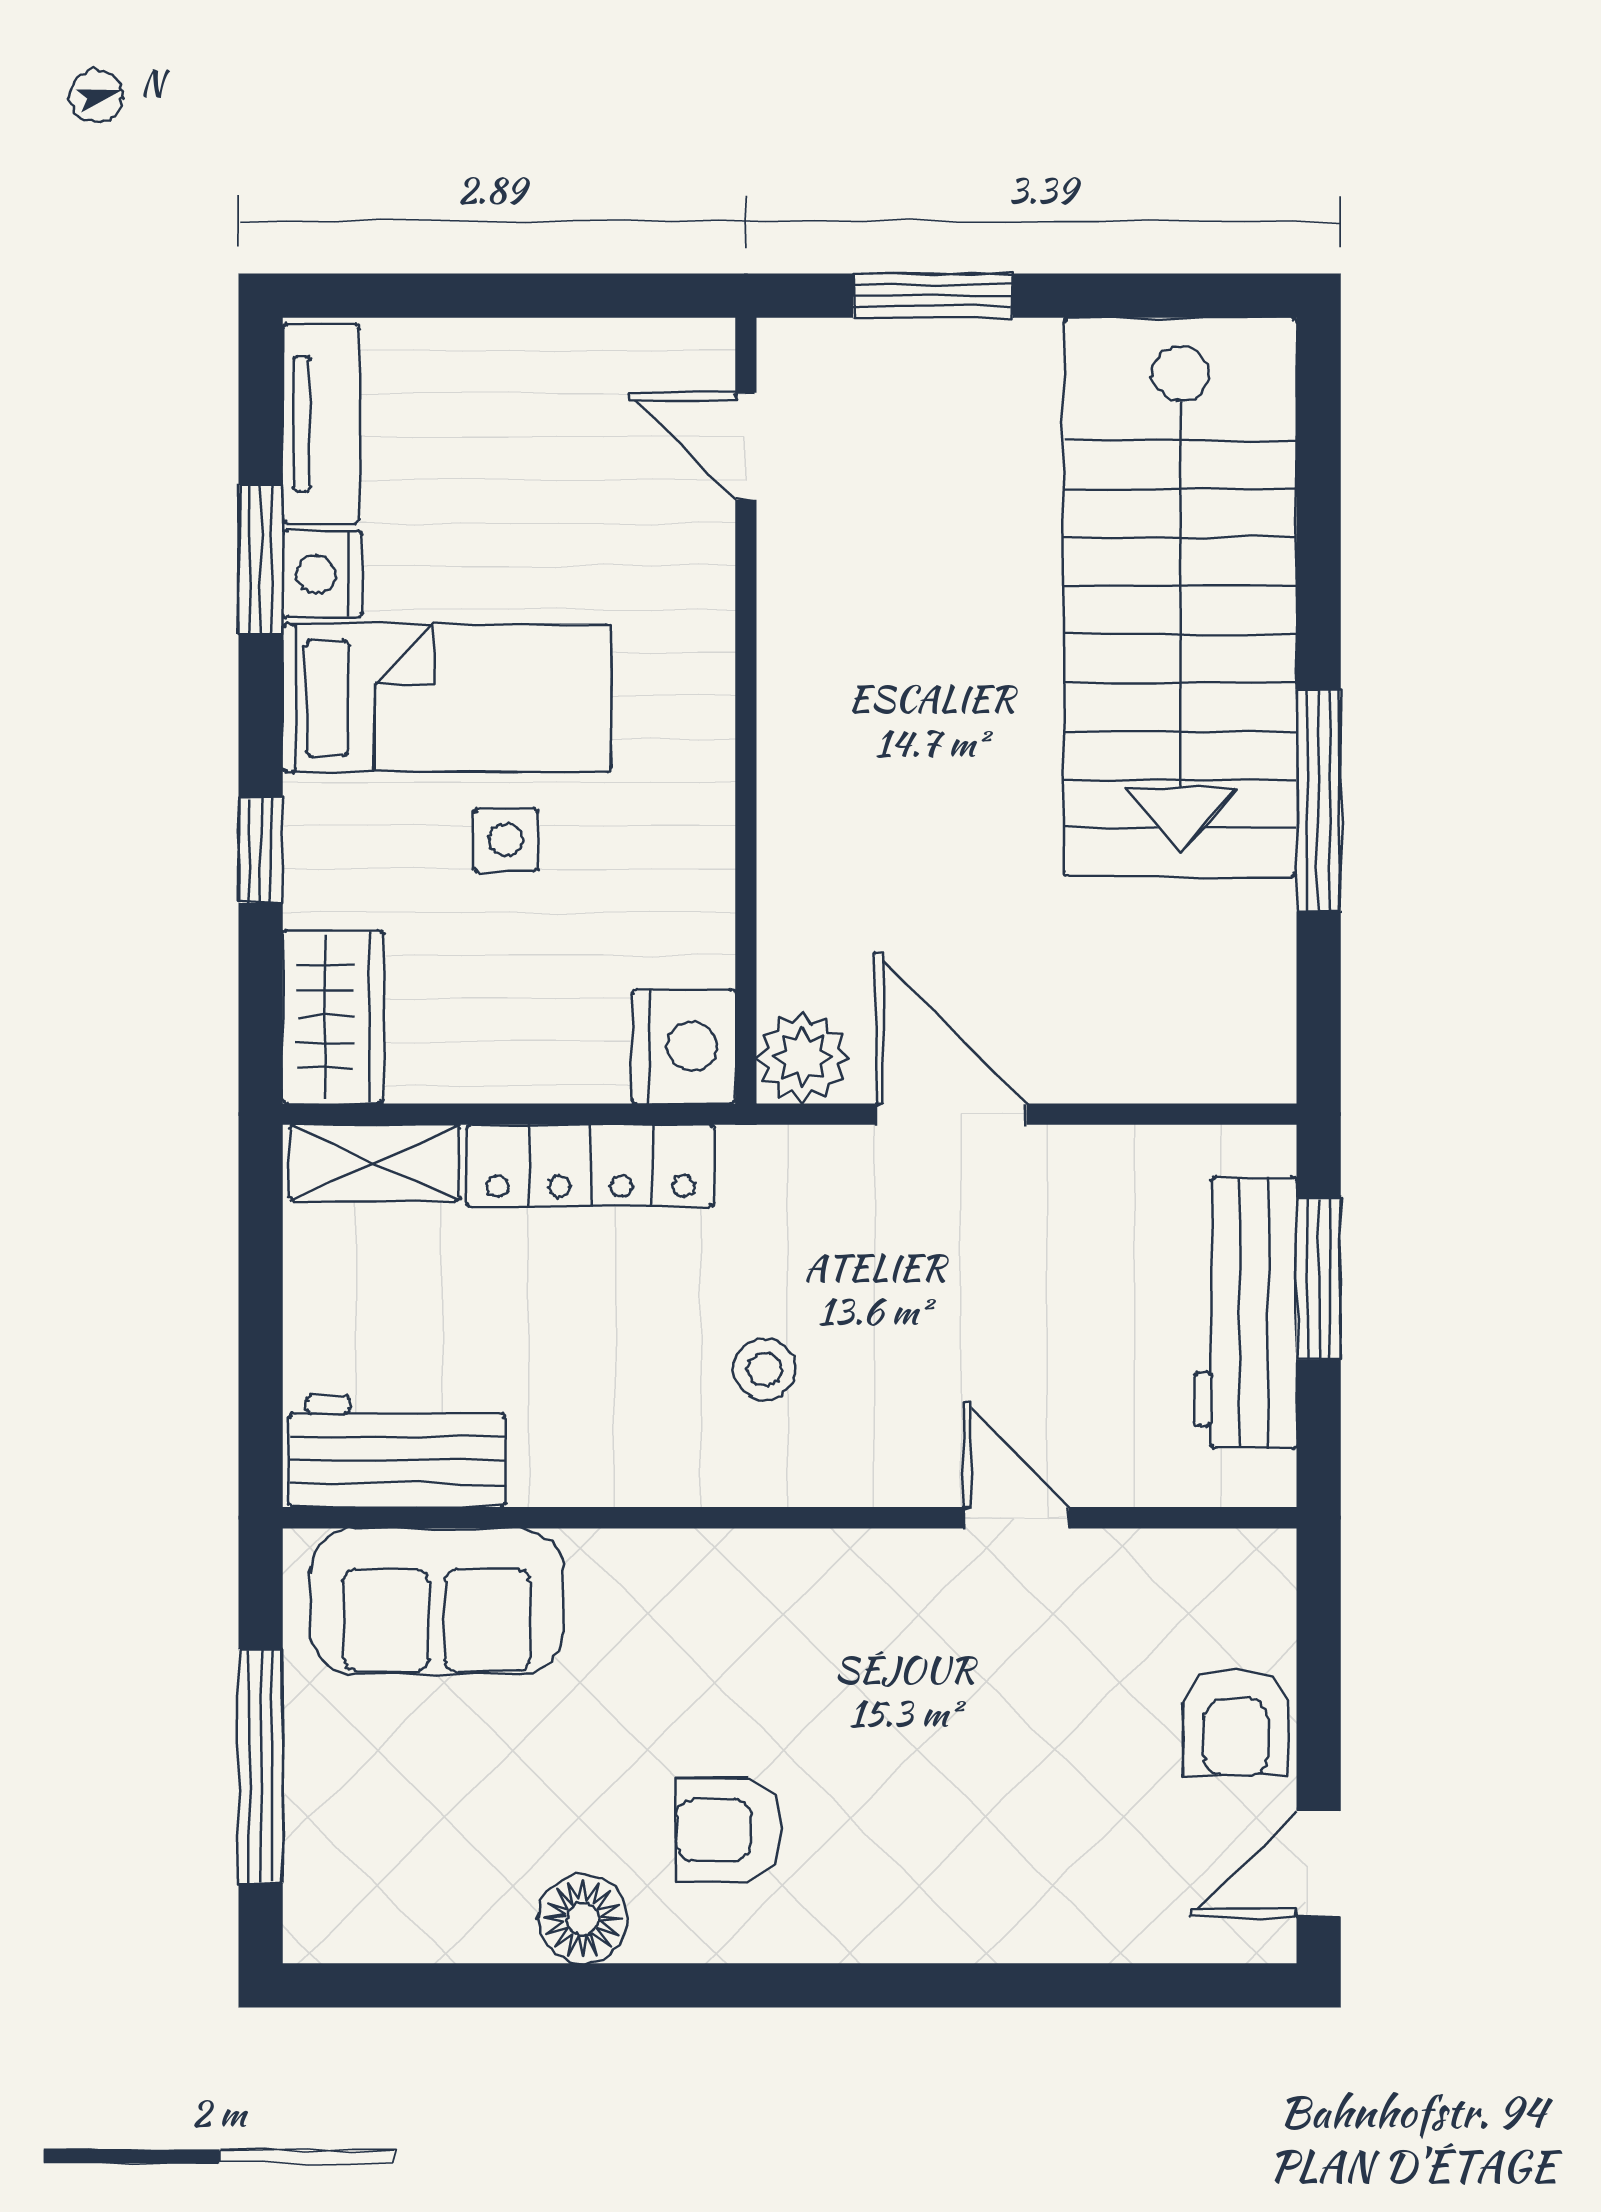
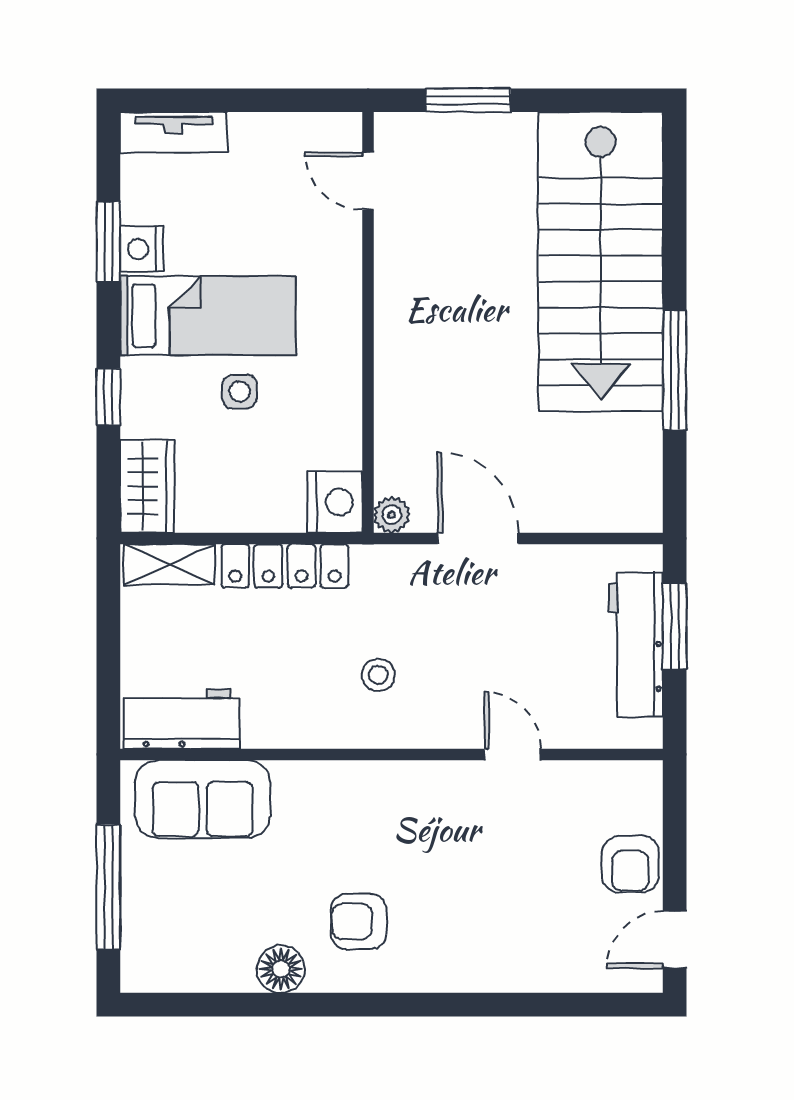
tv unit: (321, 424) -> (174, 132), moved, turned 90
plant: (803, 1057) -> (392, 515), width x0.73, depth x0.73

